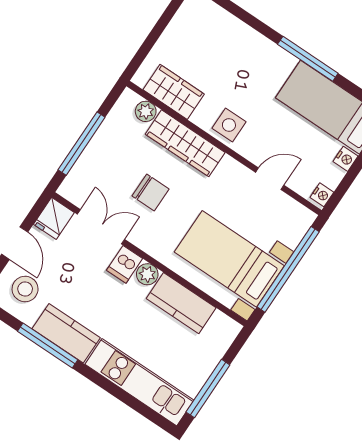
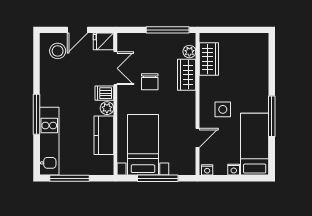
side table: (229, 125) -> (223, 109), moved
wardrobe: (185, 143) -> (187, 75), width x0.67
window: (82, 144) -> (168, 30), moved
door: (270, 179) -> (198, 138), hinge flipped
window: (288, 269) -> (158, 178), width x0.68
kitchen counter: (66, 333) -> (49, 87), removed
window: (48, 345) -> (37, 114), moved

